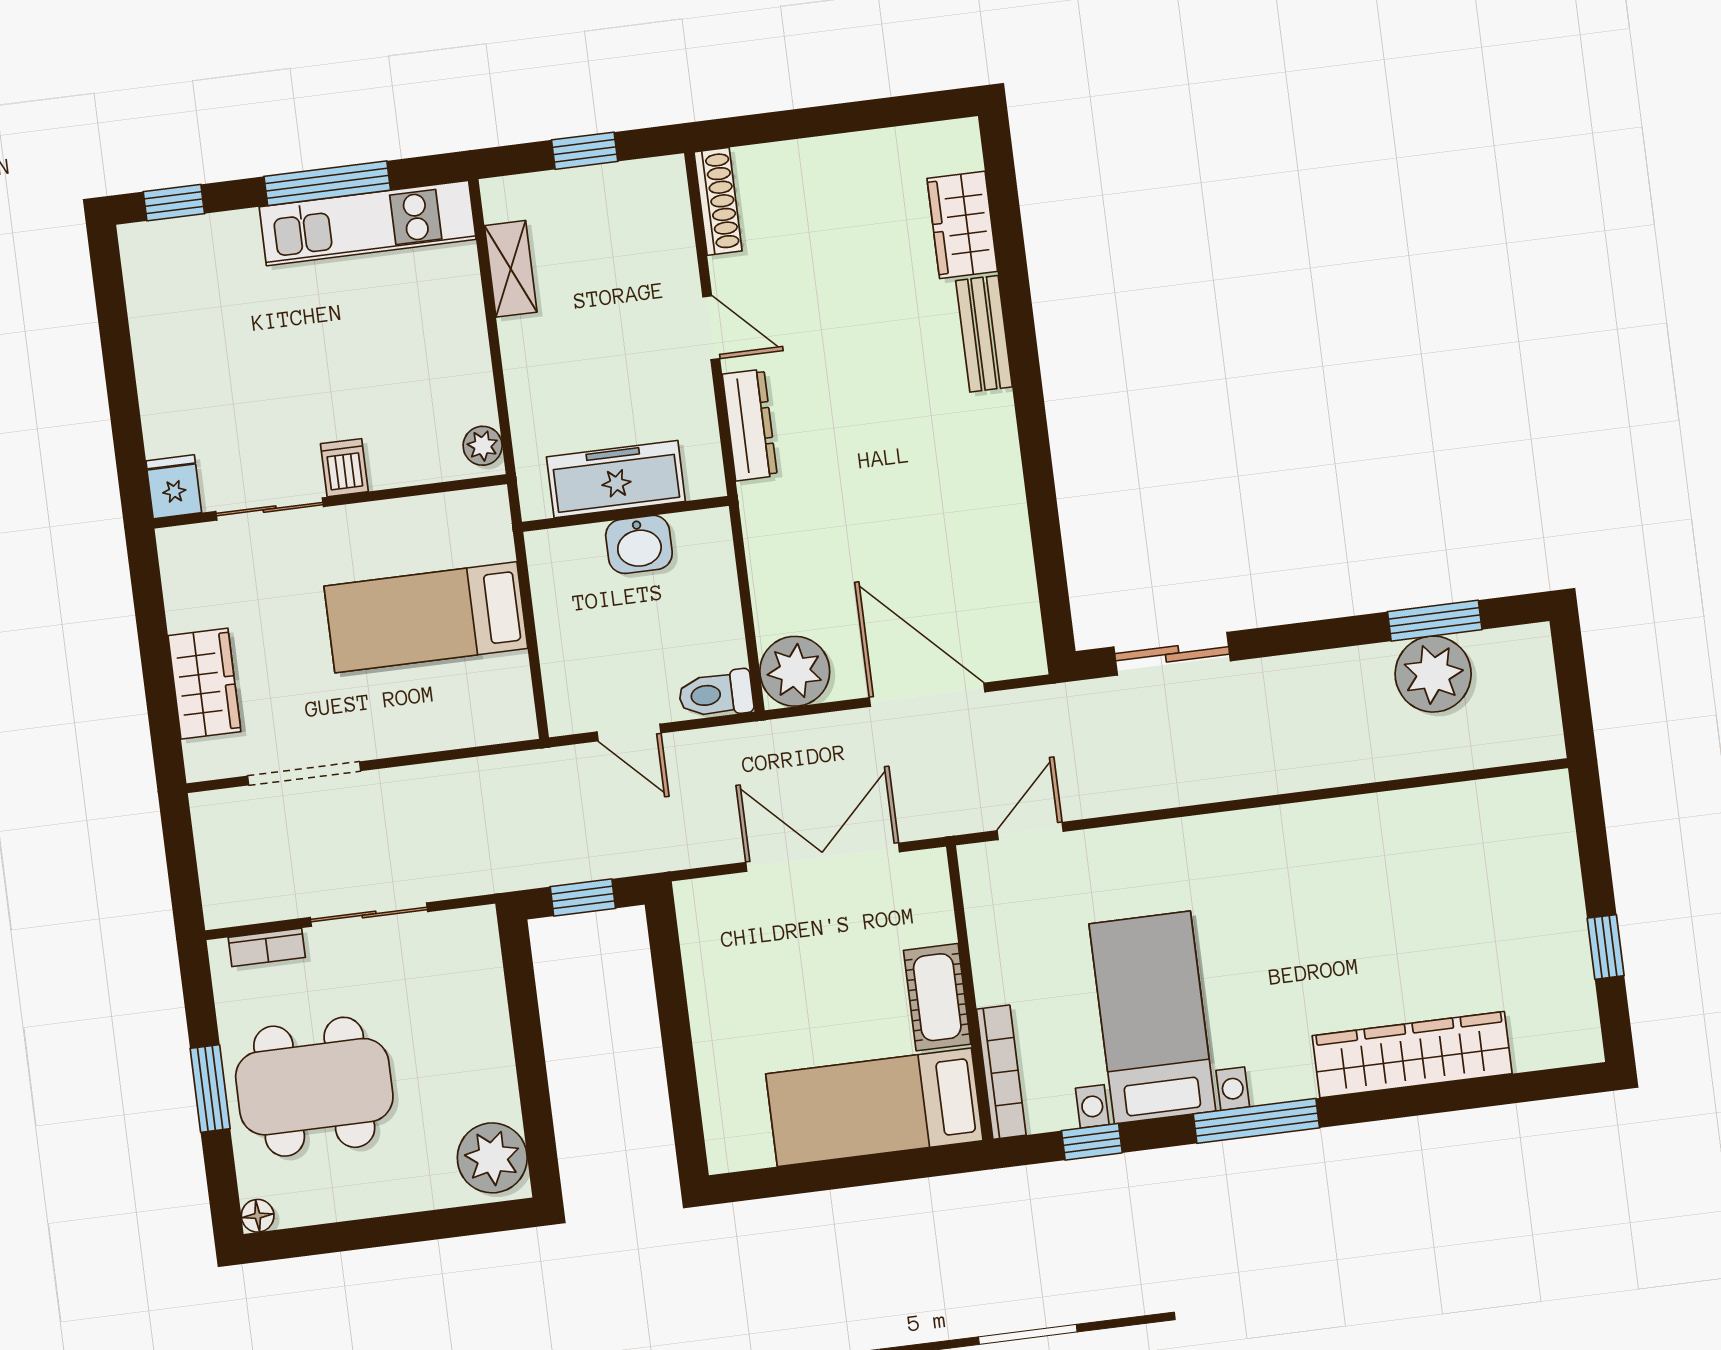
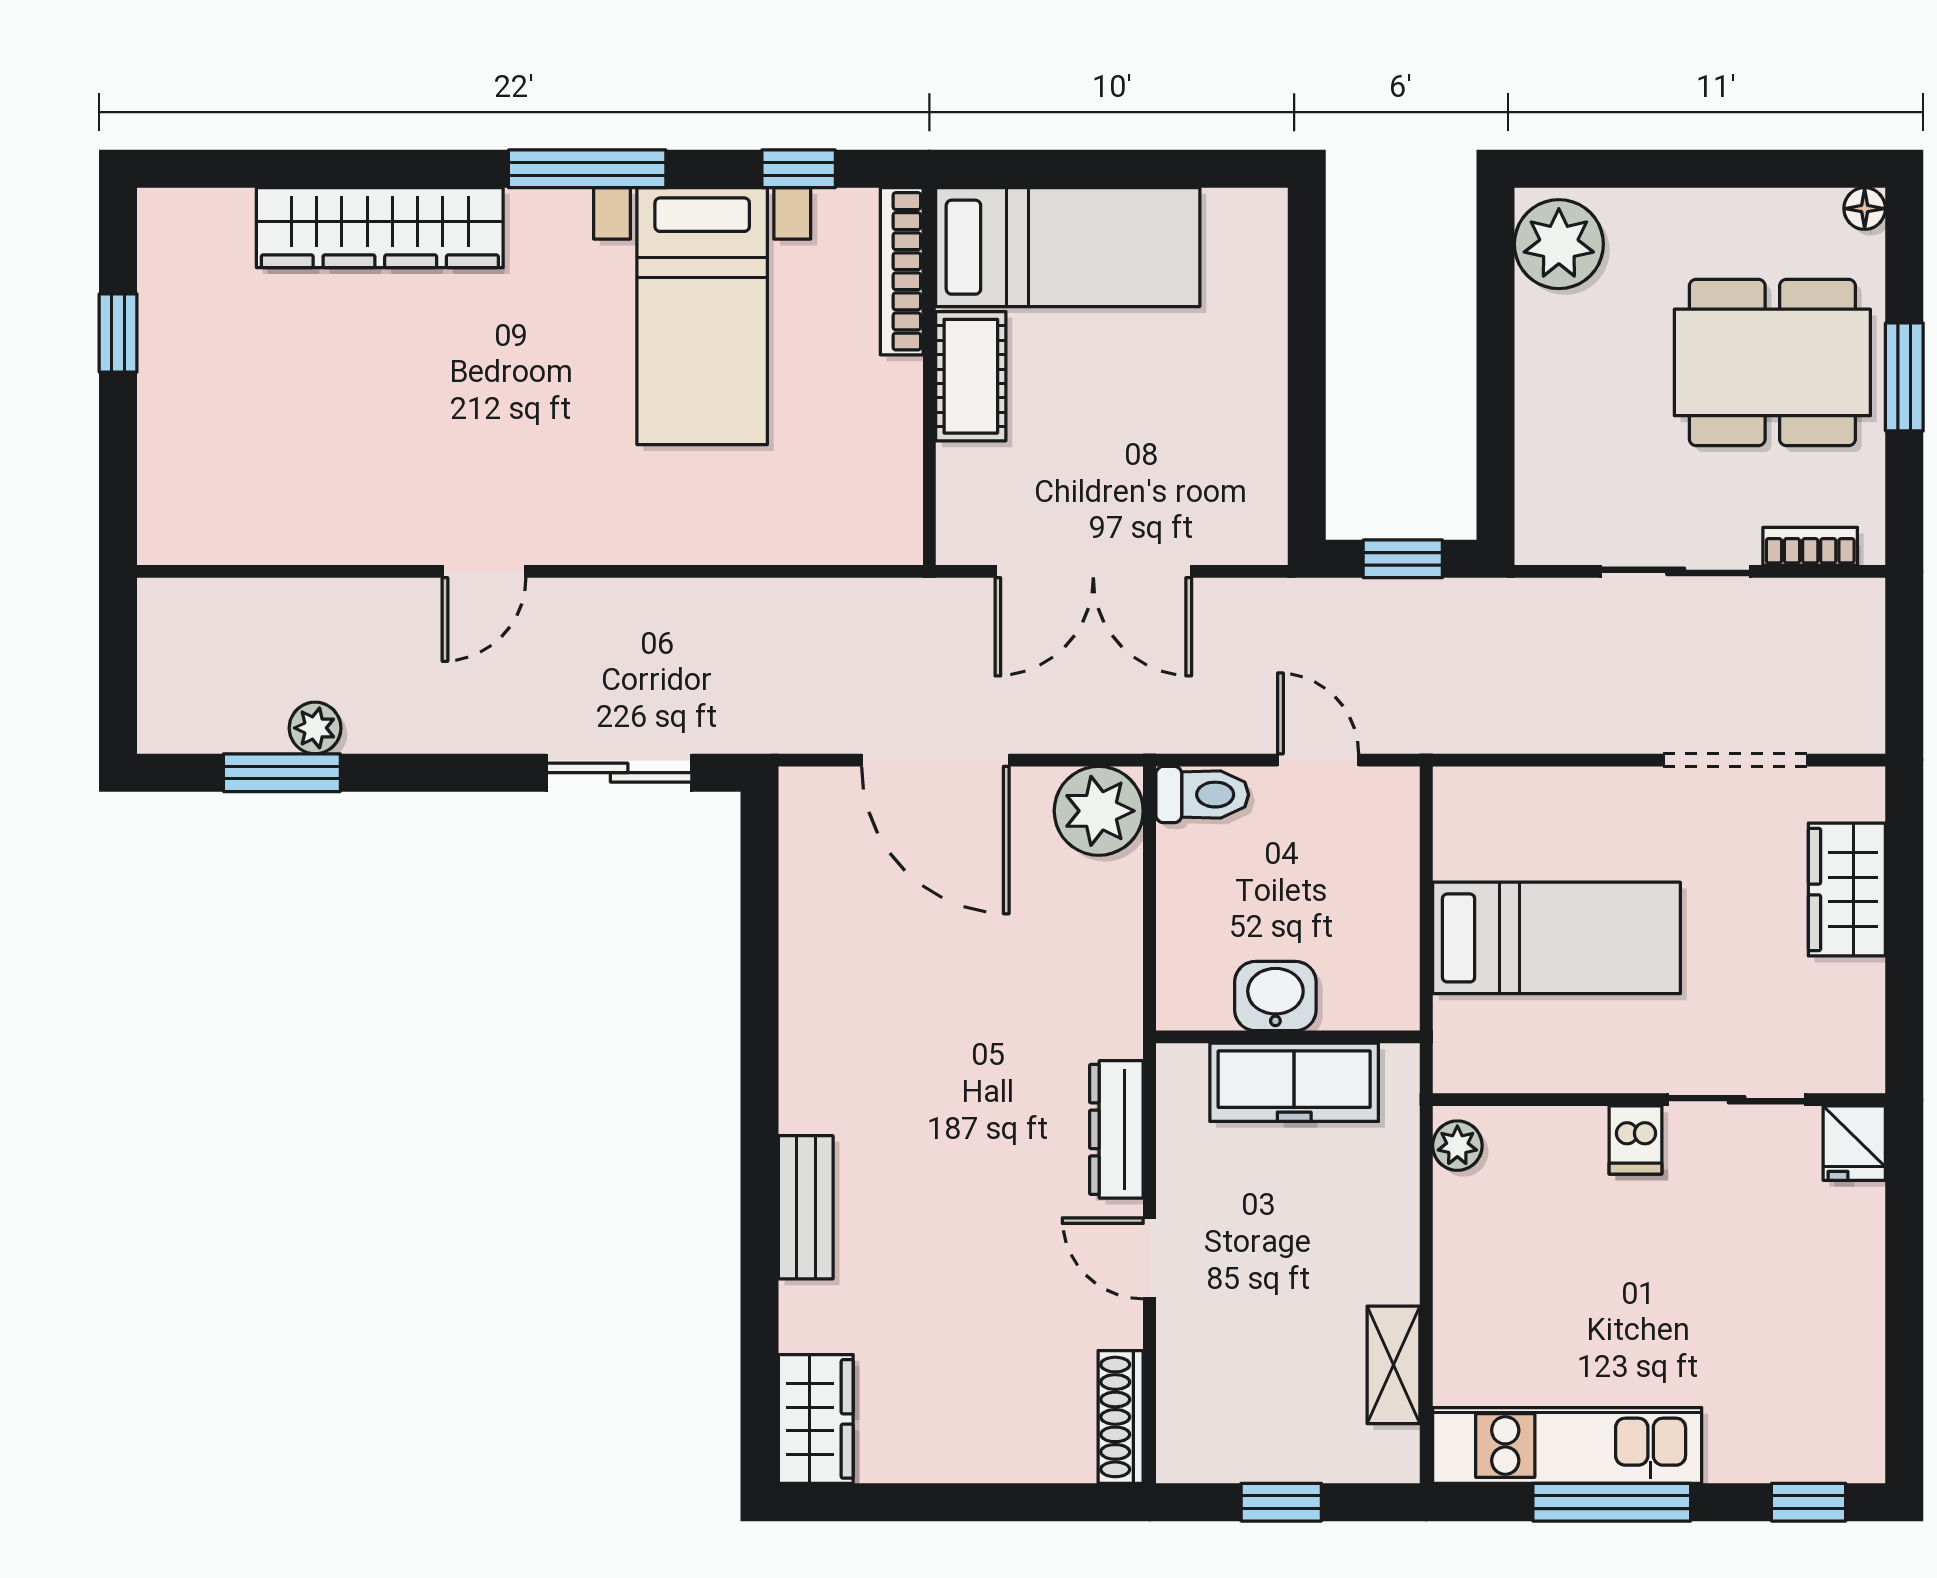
wardrobe: (962, 225) -> (816, 1419), moved
plant: (1433, 674) -> (315, 728), width x0.53, depth x0.53
door: (1030, 831) -> (484, 571), moved

